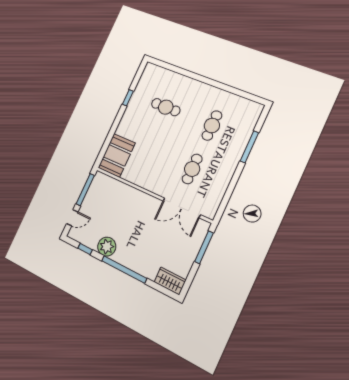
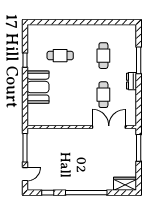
booth: (117, 155) -> (38, 87), moved
dresser: (230, 167) -> (132, 81), added
double door: (182, 208) -> (109, 127), swing flipped
plant: (107, 247) -> (64, 183), removed

